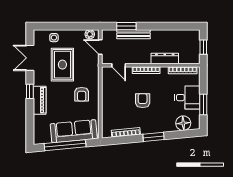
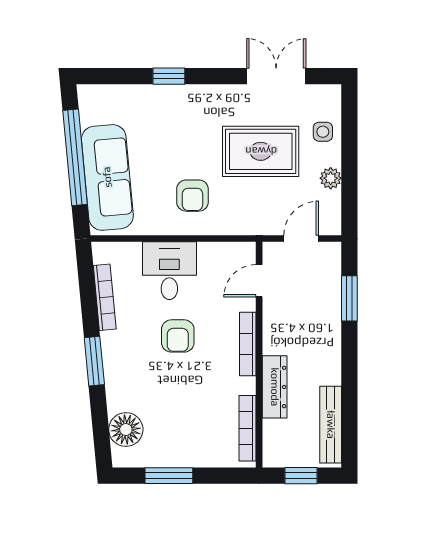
plant: (90, 34) -> (331, 178), moved
bench: (134, 34) -> (331, 425), moved
window: (30, 91) -> (169, 76), moved
armchair: (82, 94) -> (192, 196), turned -90
desk: (187, 98) -> (169, 271), moved, turned 180
piano: (40, 100) -> (179, 99), removed
armchair: (143, 101) -> (178, 336), turned 90

